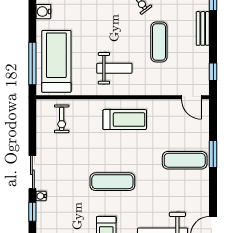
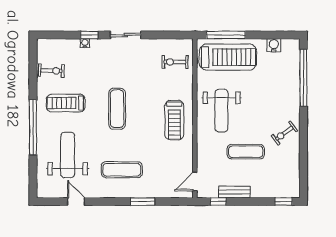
bench: (203, 28) -> (234, 192), moved
weight bench: (114, 68) -> (222, 111), width x1.36, depth x1.33
exercise mat: (185, 160) -> (122, 170), moved, turned 90
water cooler: (41, 196) -> (85, 43), moved

